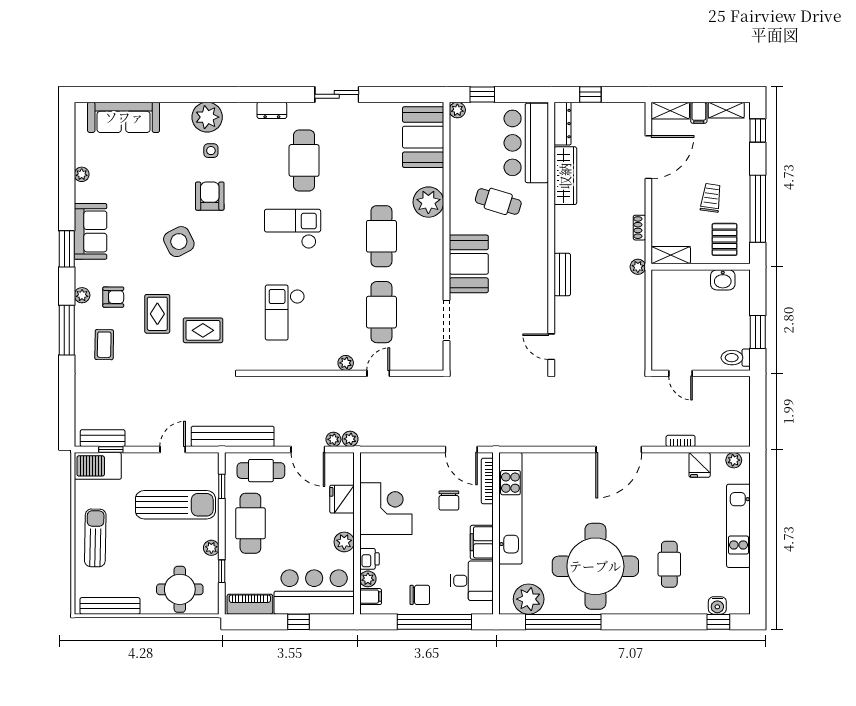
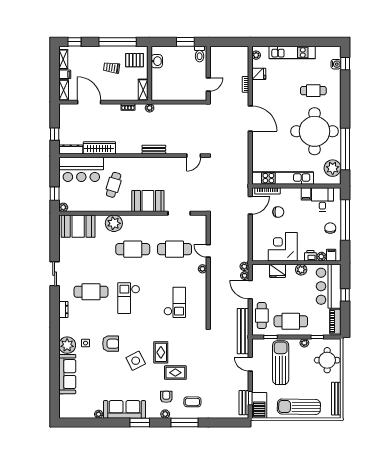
sofa: (124, 117) -> (67, 374), moved
armchair: (210, 196) -> (111, 344), turned 180
sofa: (90, 231) -> (125, 409), width x1.36
checkout: (285, 313) -> (175, 302), turned -90
rug: (203, 330) -> (161, 352), moved
door: (308, 450) -> (250, 290), swing flipped
sun lounger: (95, 538) -> (299, 407), width x1.36, depth x1.34
filing cabinet: (482, 542) -> (306, 194), width x0.50

